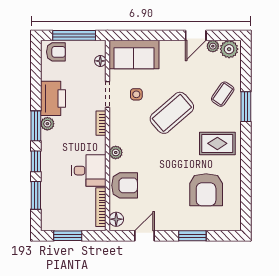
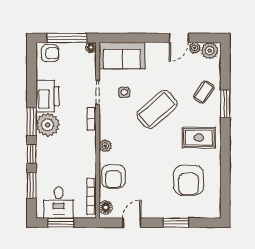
floor lamp: (100, 61) -> (91, 48), moved
plant: (47, 124) -> (48, 125), width x1.87, depth x1.87
desk: (89, 171) -> (59, 203), moved, turned 90
armchair: (125, 185) -> (113, 176), turned 90

